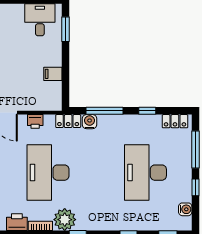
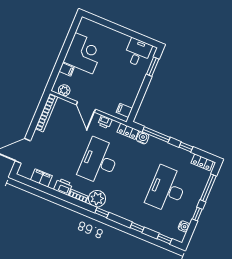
filing cabinet: (53, 74) -> (124, 110), moved

